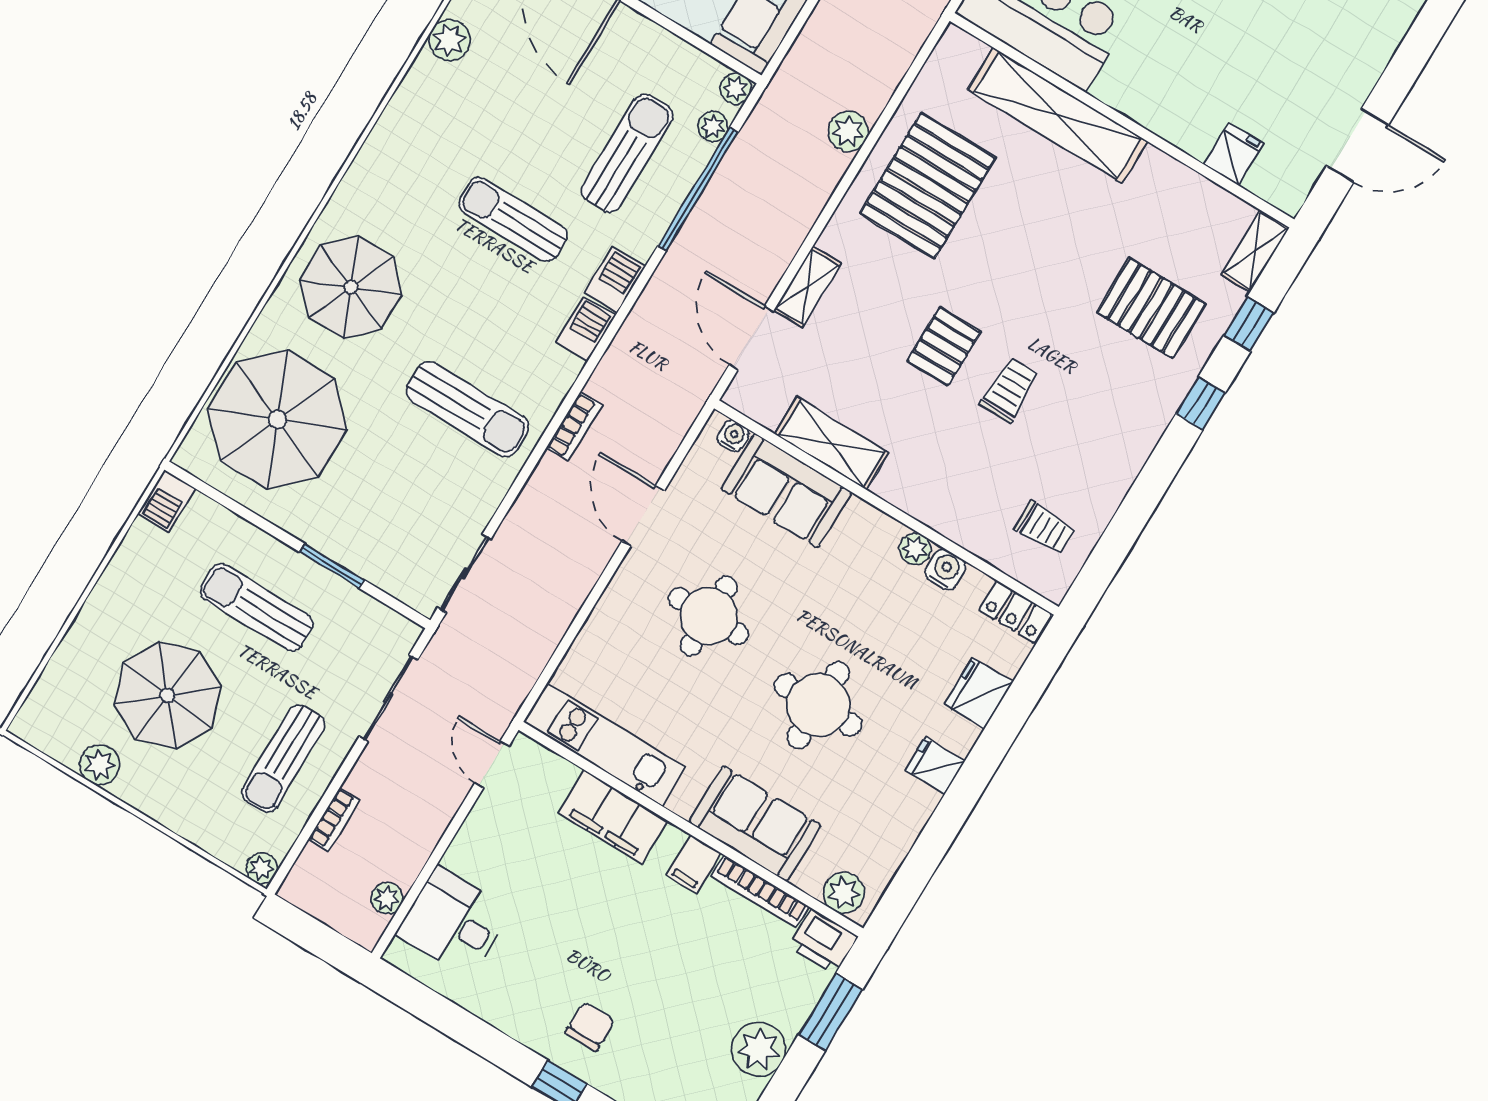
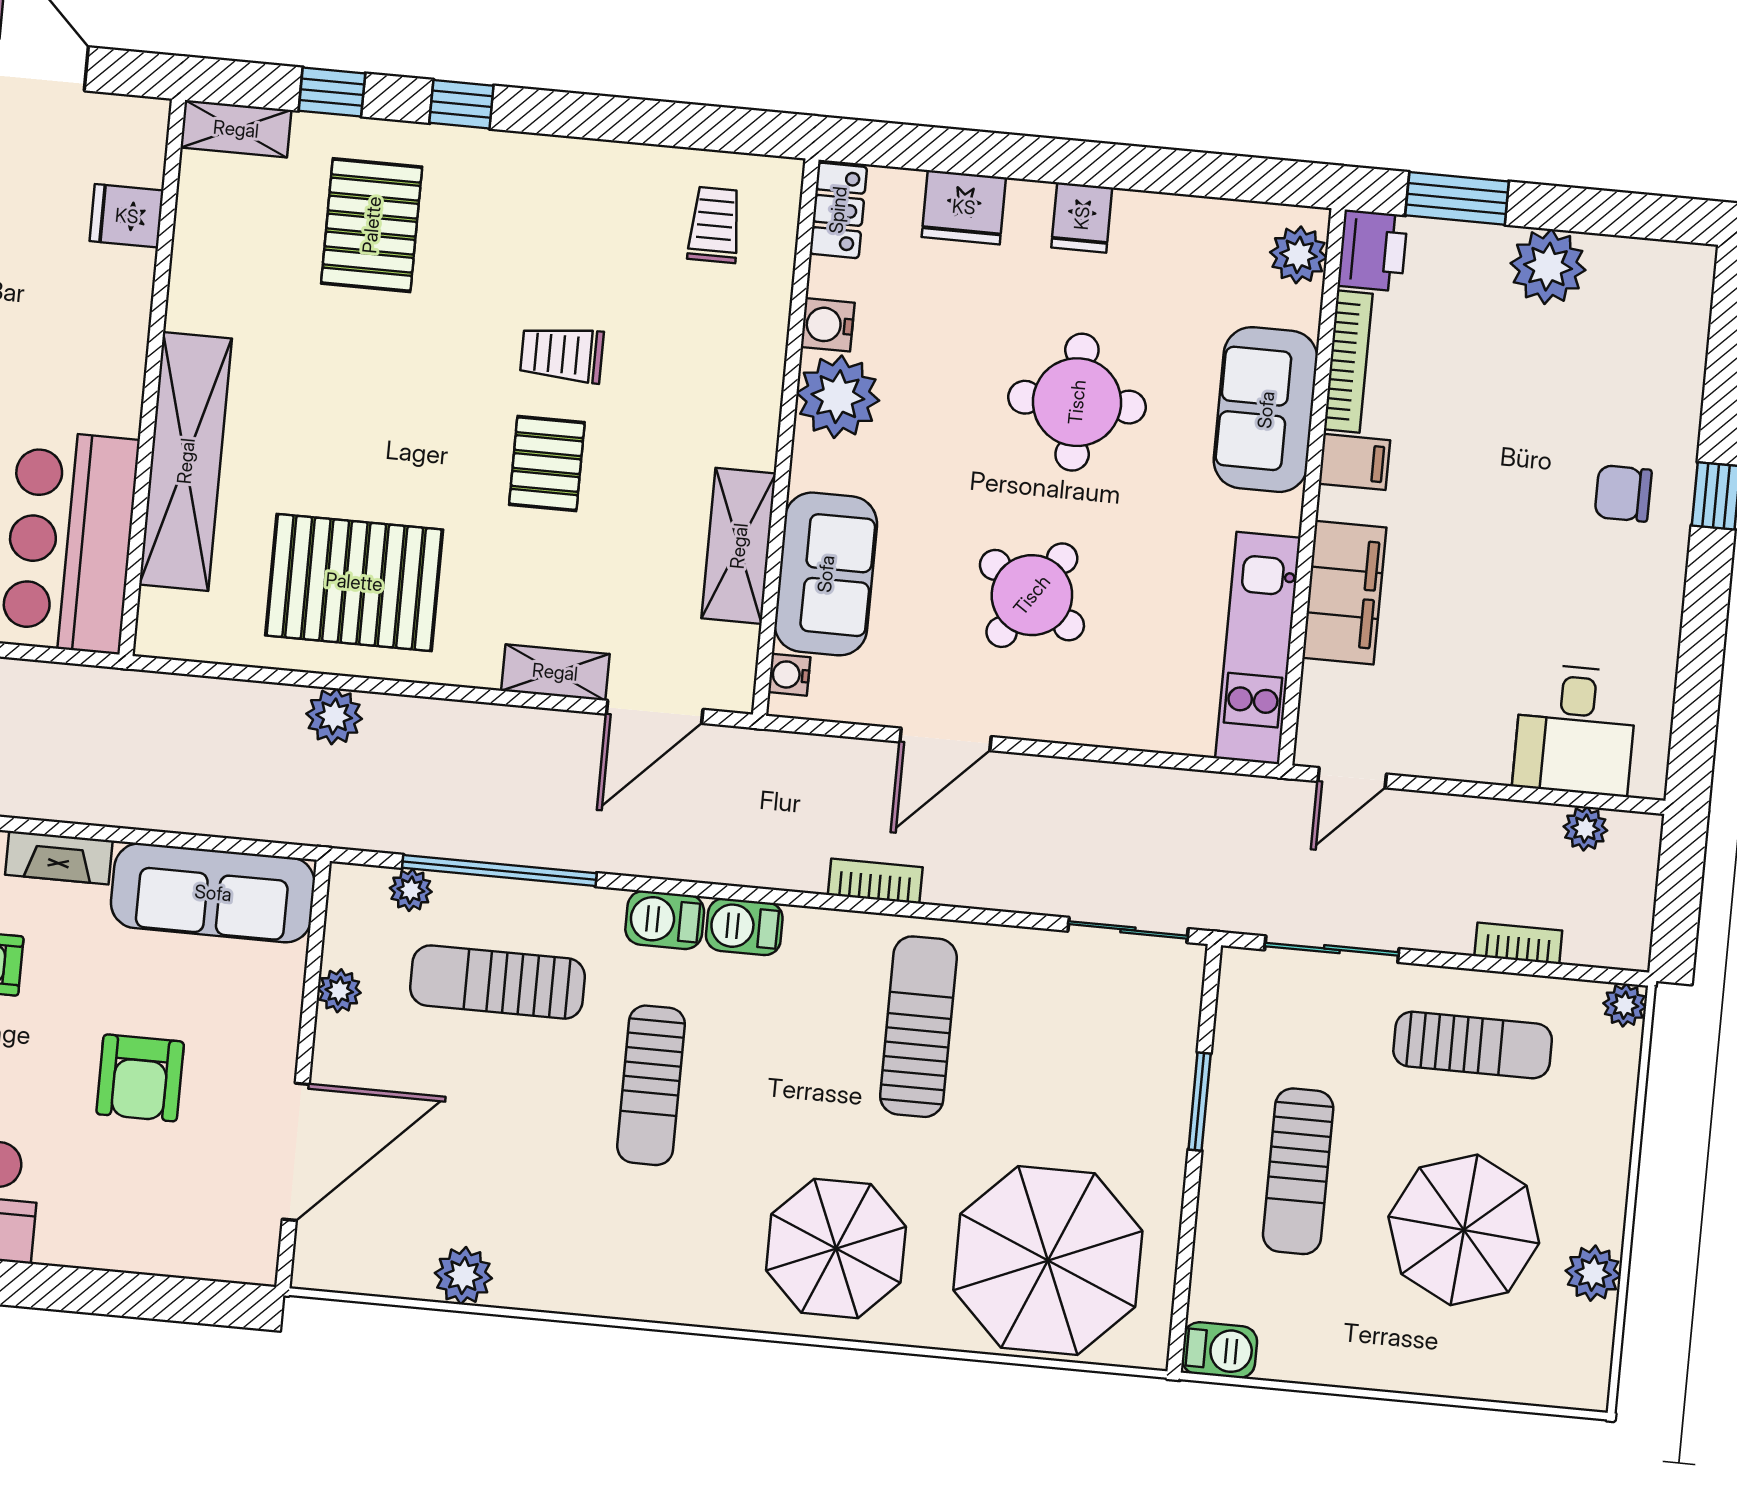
plant: (736, 89) -> (339, 991), moved
pallet: (944, 346) -> (547, 464), turned 90
plant: (915, 549) -> (838, 397), width x1.88, depth x1.88
round table: (709, 616) -> (1032, 595), turned 34

